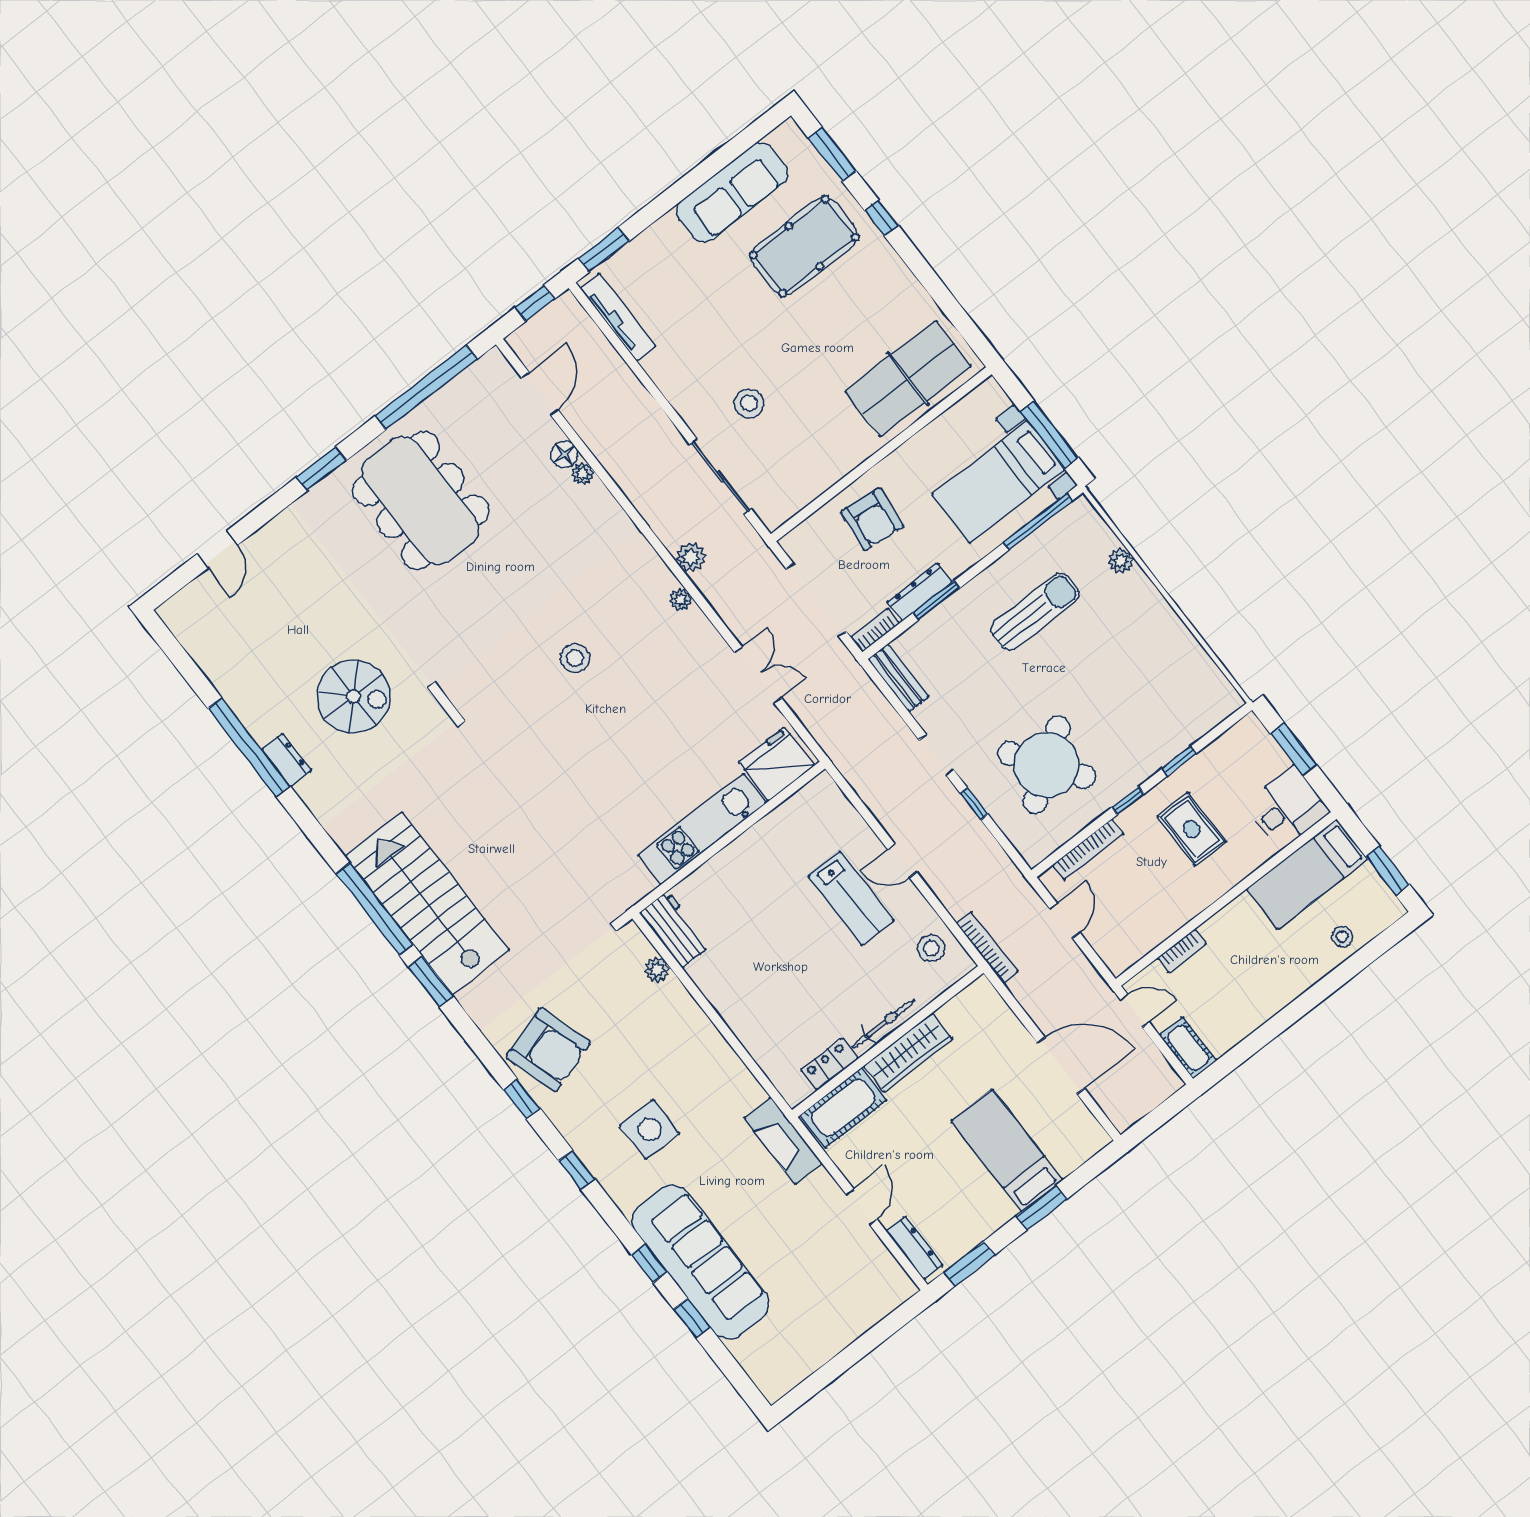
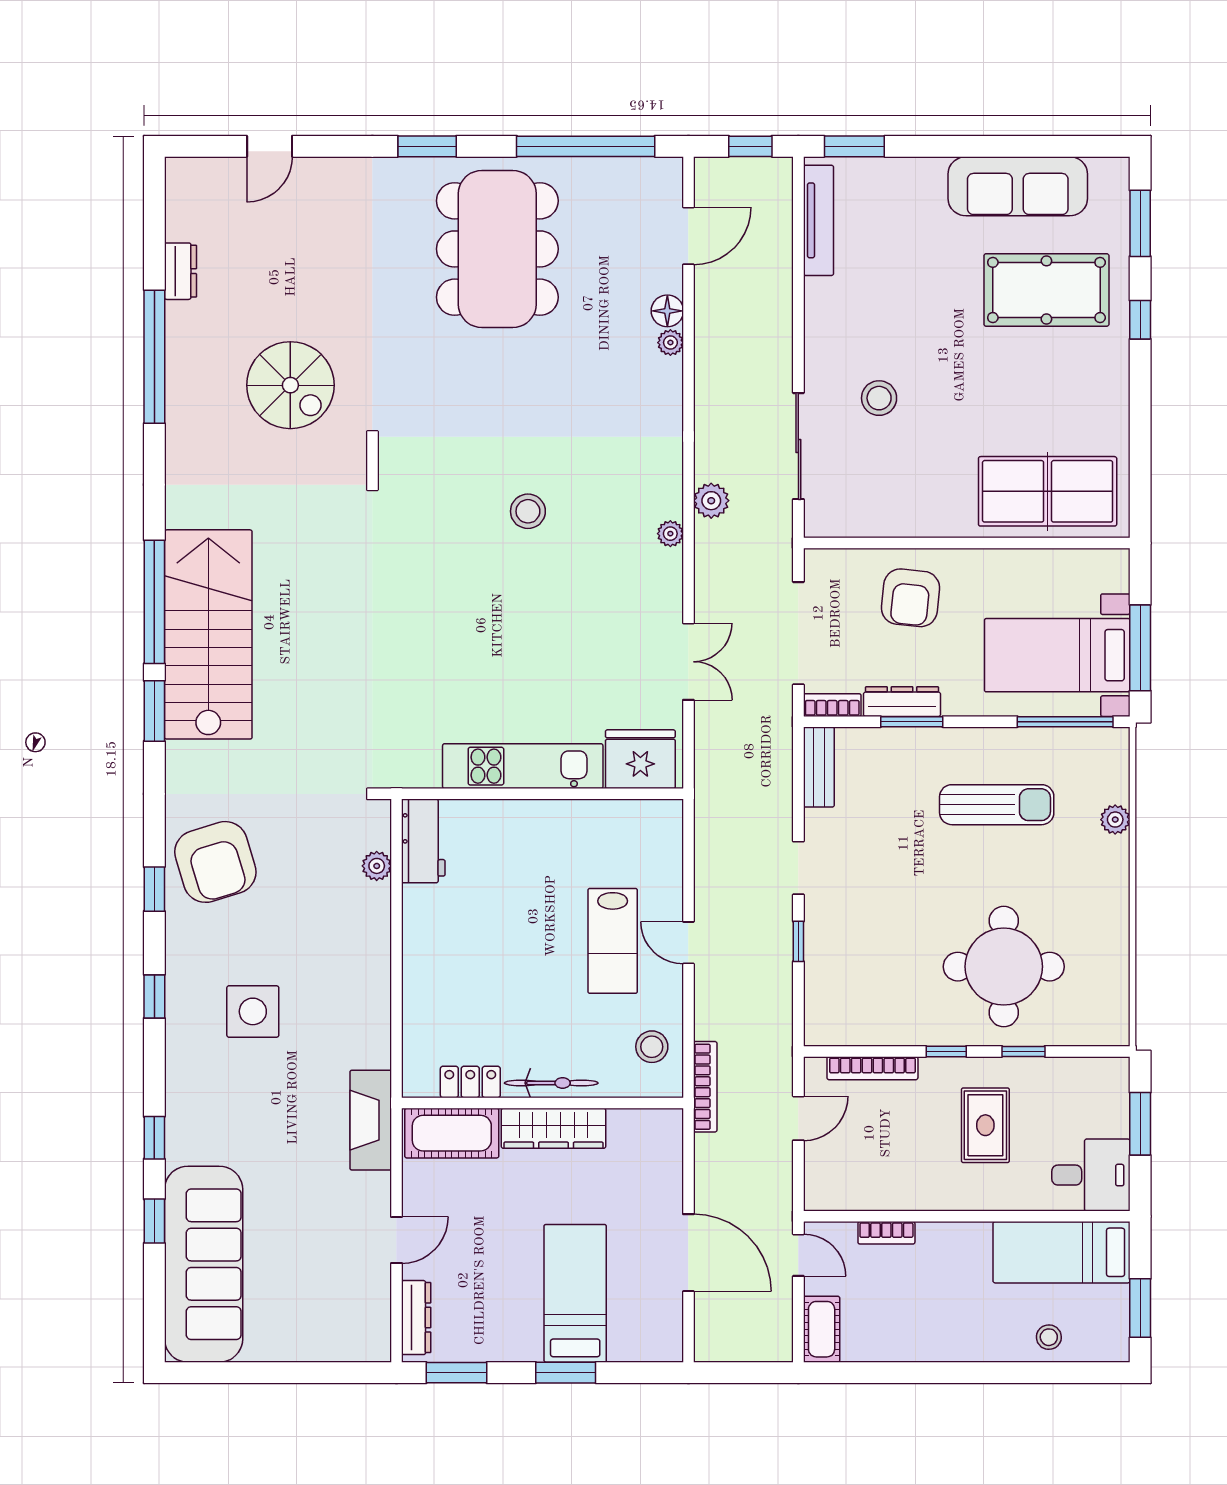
dresser: (287, 760) -> (181, 271), moved
round table: (1047, 765) -> (1004, 967), moved, turned 35
sofa: (700, 1262) -> (204, 1264), moved

